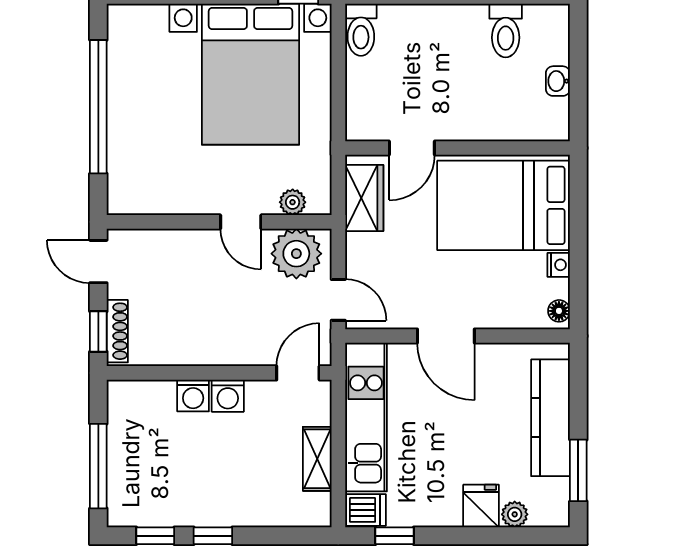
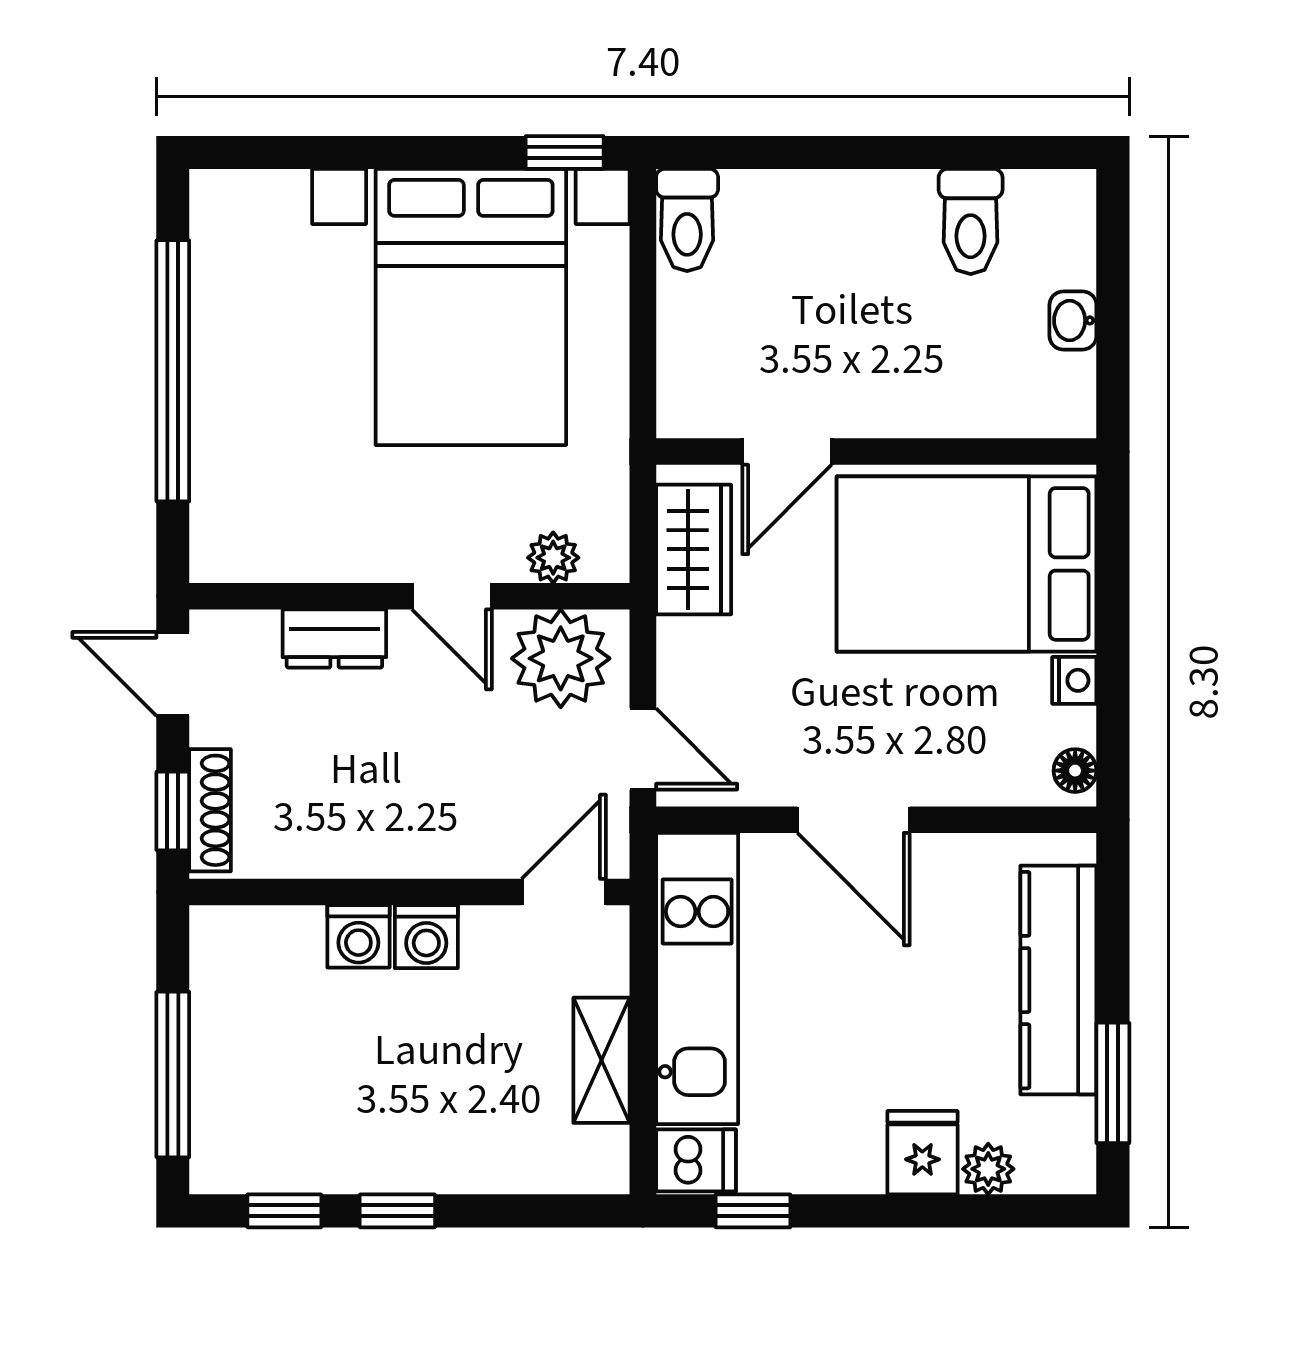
dresser: (181, 243) -> (334, 639), added

